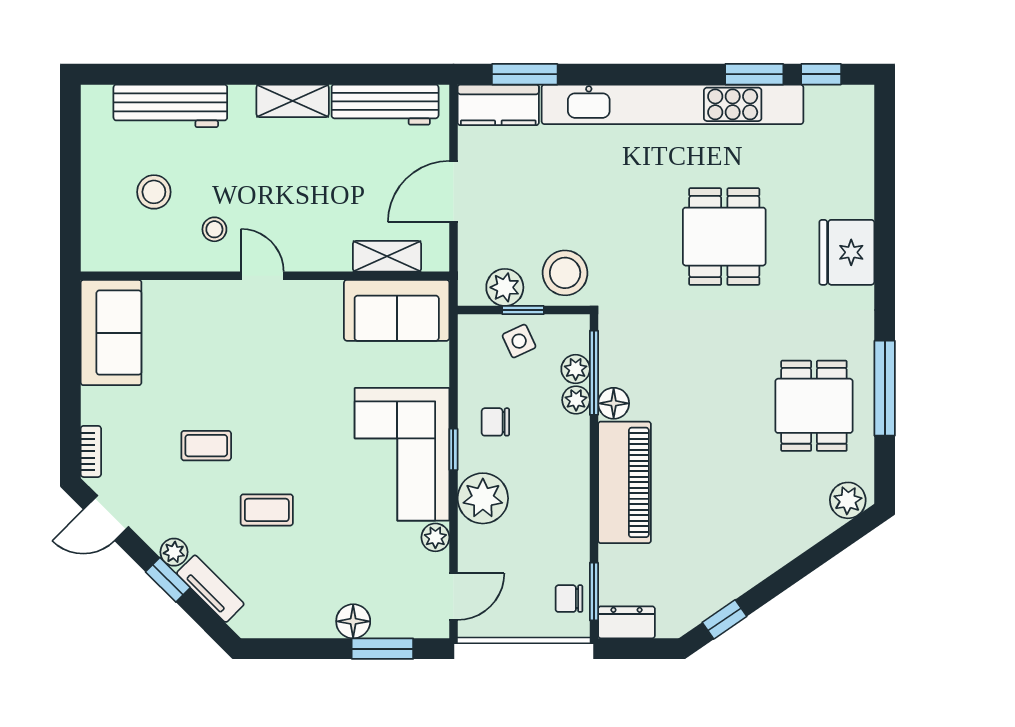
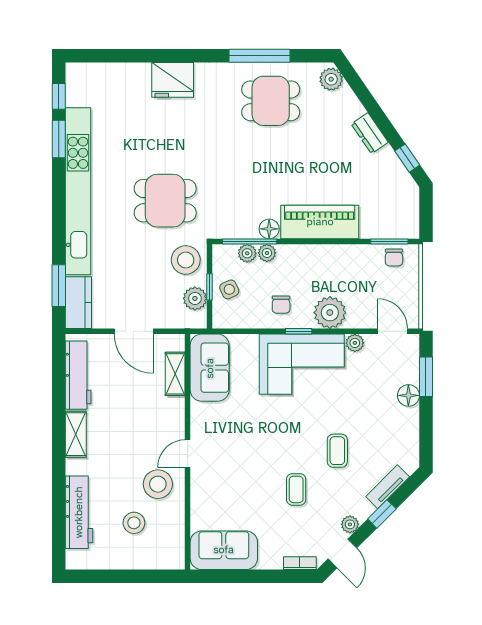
stool: (214, 229) -> (158, 484), width x1.89, depth x1.89
dining table: (724, 237) -> (165, 201), moved
plant: (174, 552) -> (350, 524), moved
dresser: (627, 622) -> (370, 133), moved, turned -35

